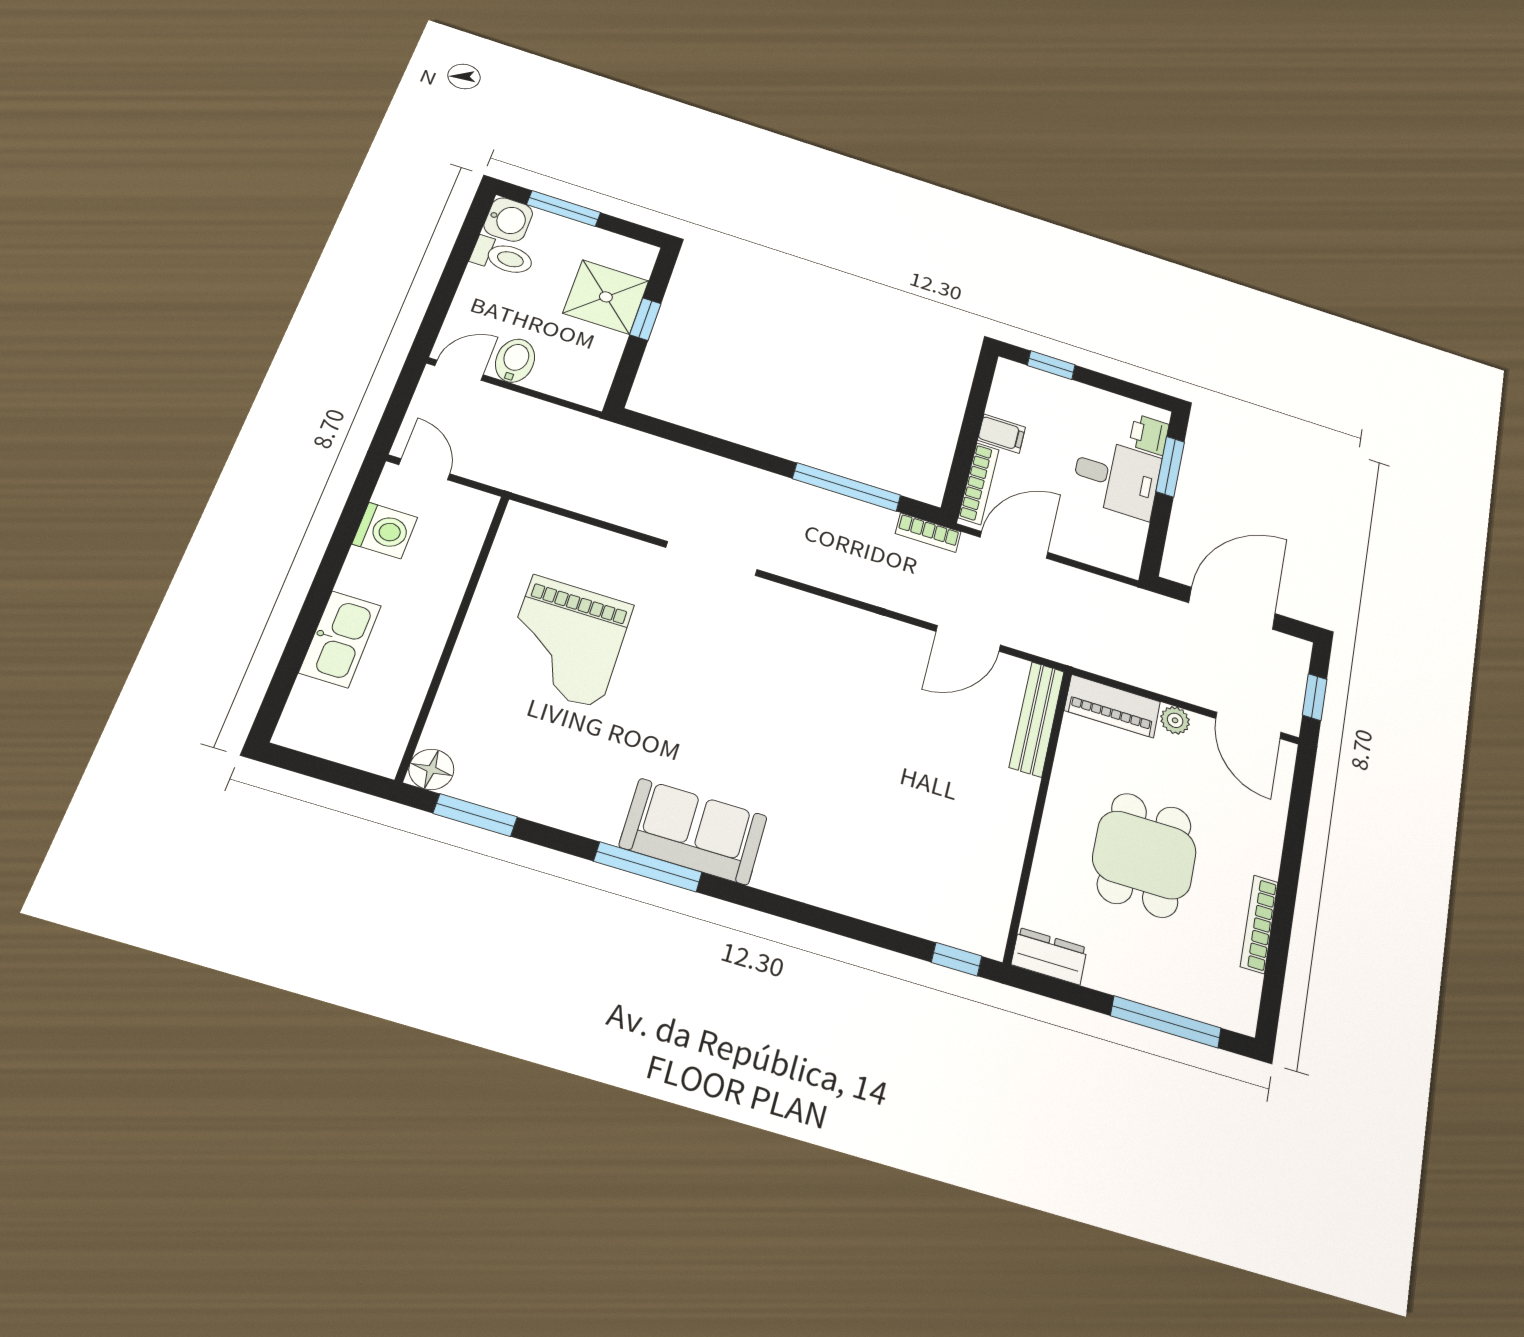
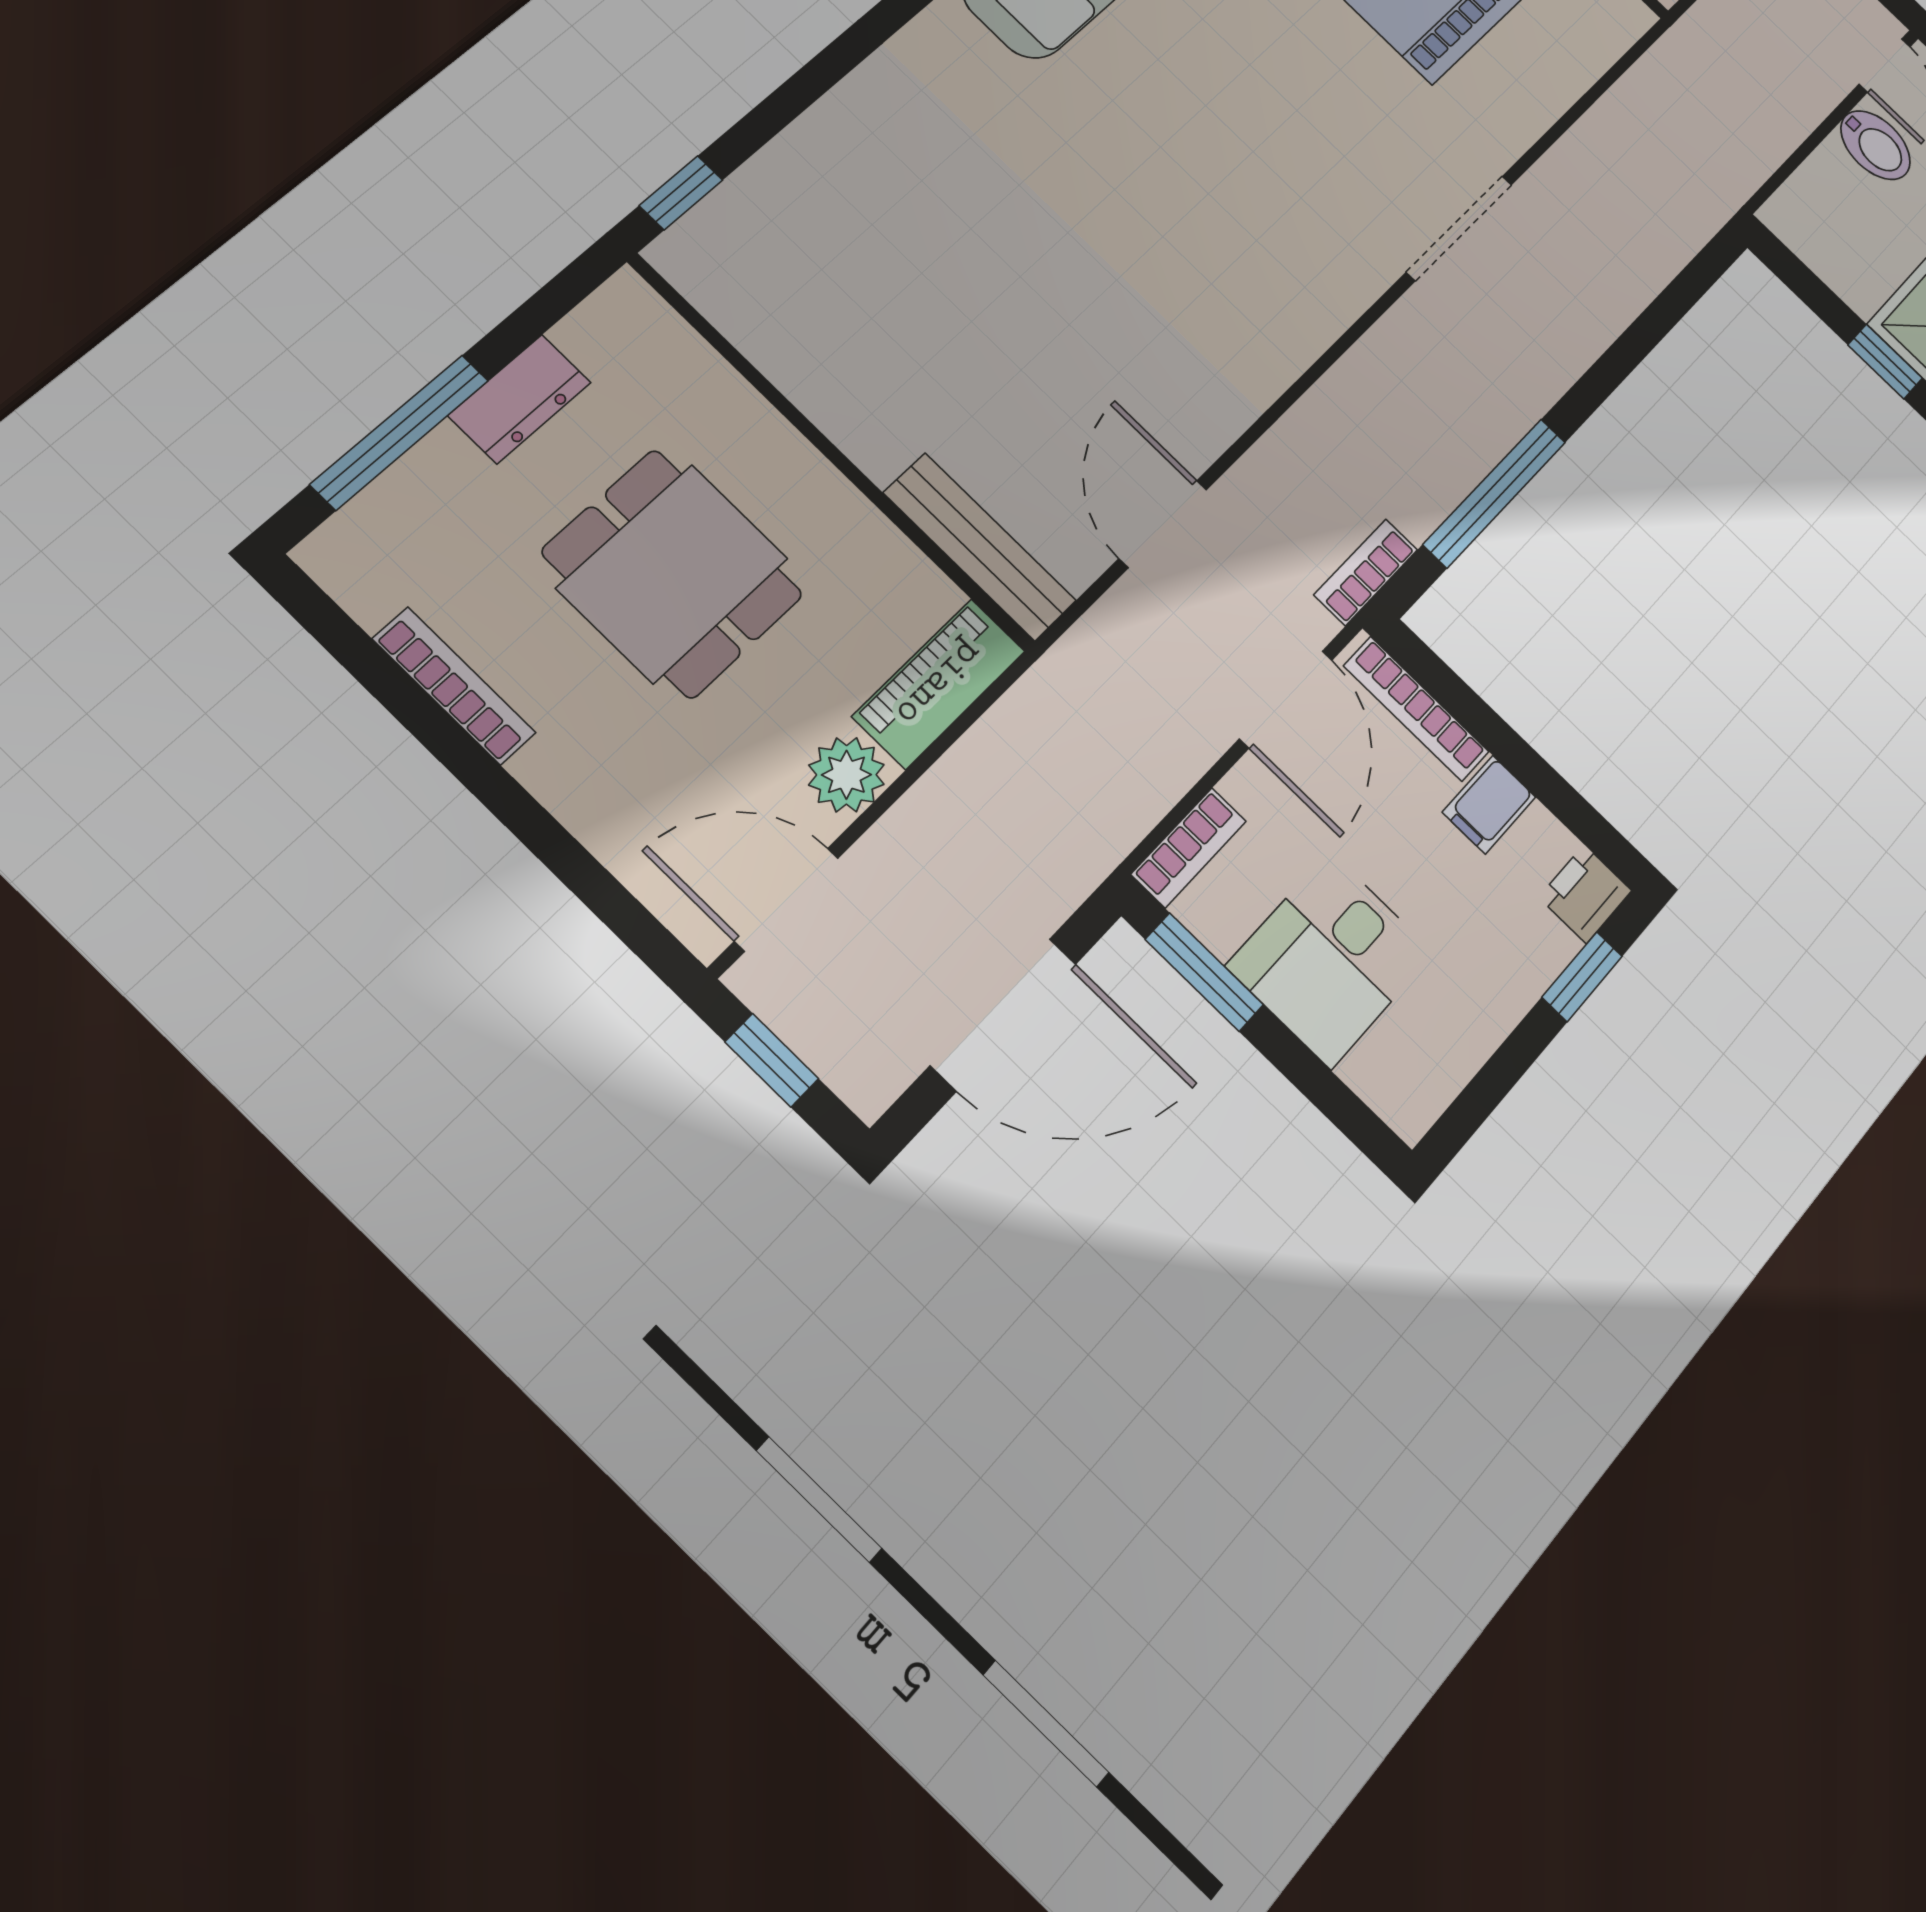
printer: (1149, 435) -> (1585, 894), moved, turned -90
window: (1170, 467) -> (1204, 972), moved
bookcase: (1110, 560) -> (1189, 848), added
door: (1232, 608) -> (1004, 1014), hinge flipped
plant: (1175, 720) -> (846, 775), width x1.38, depth x1.38
dresser: (1049, 956) -> (520, 399), moved

